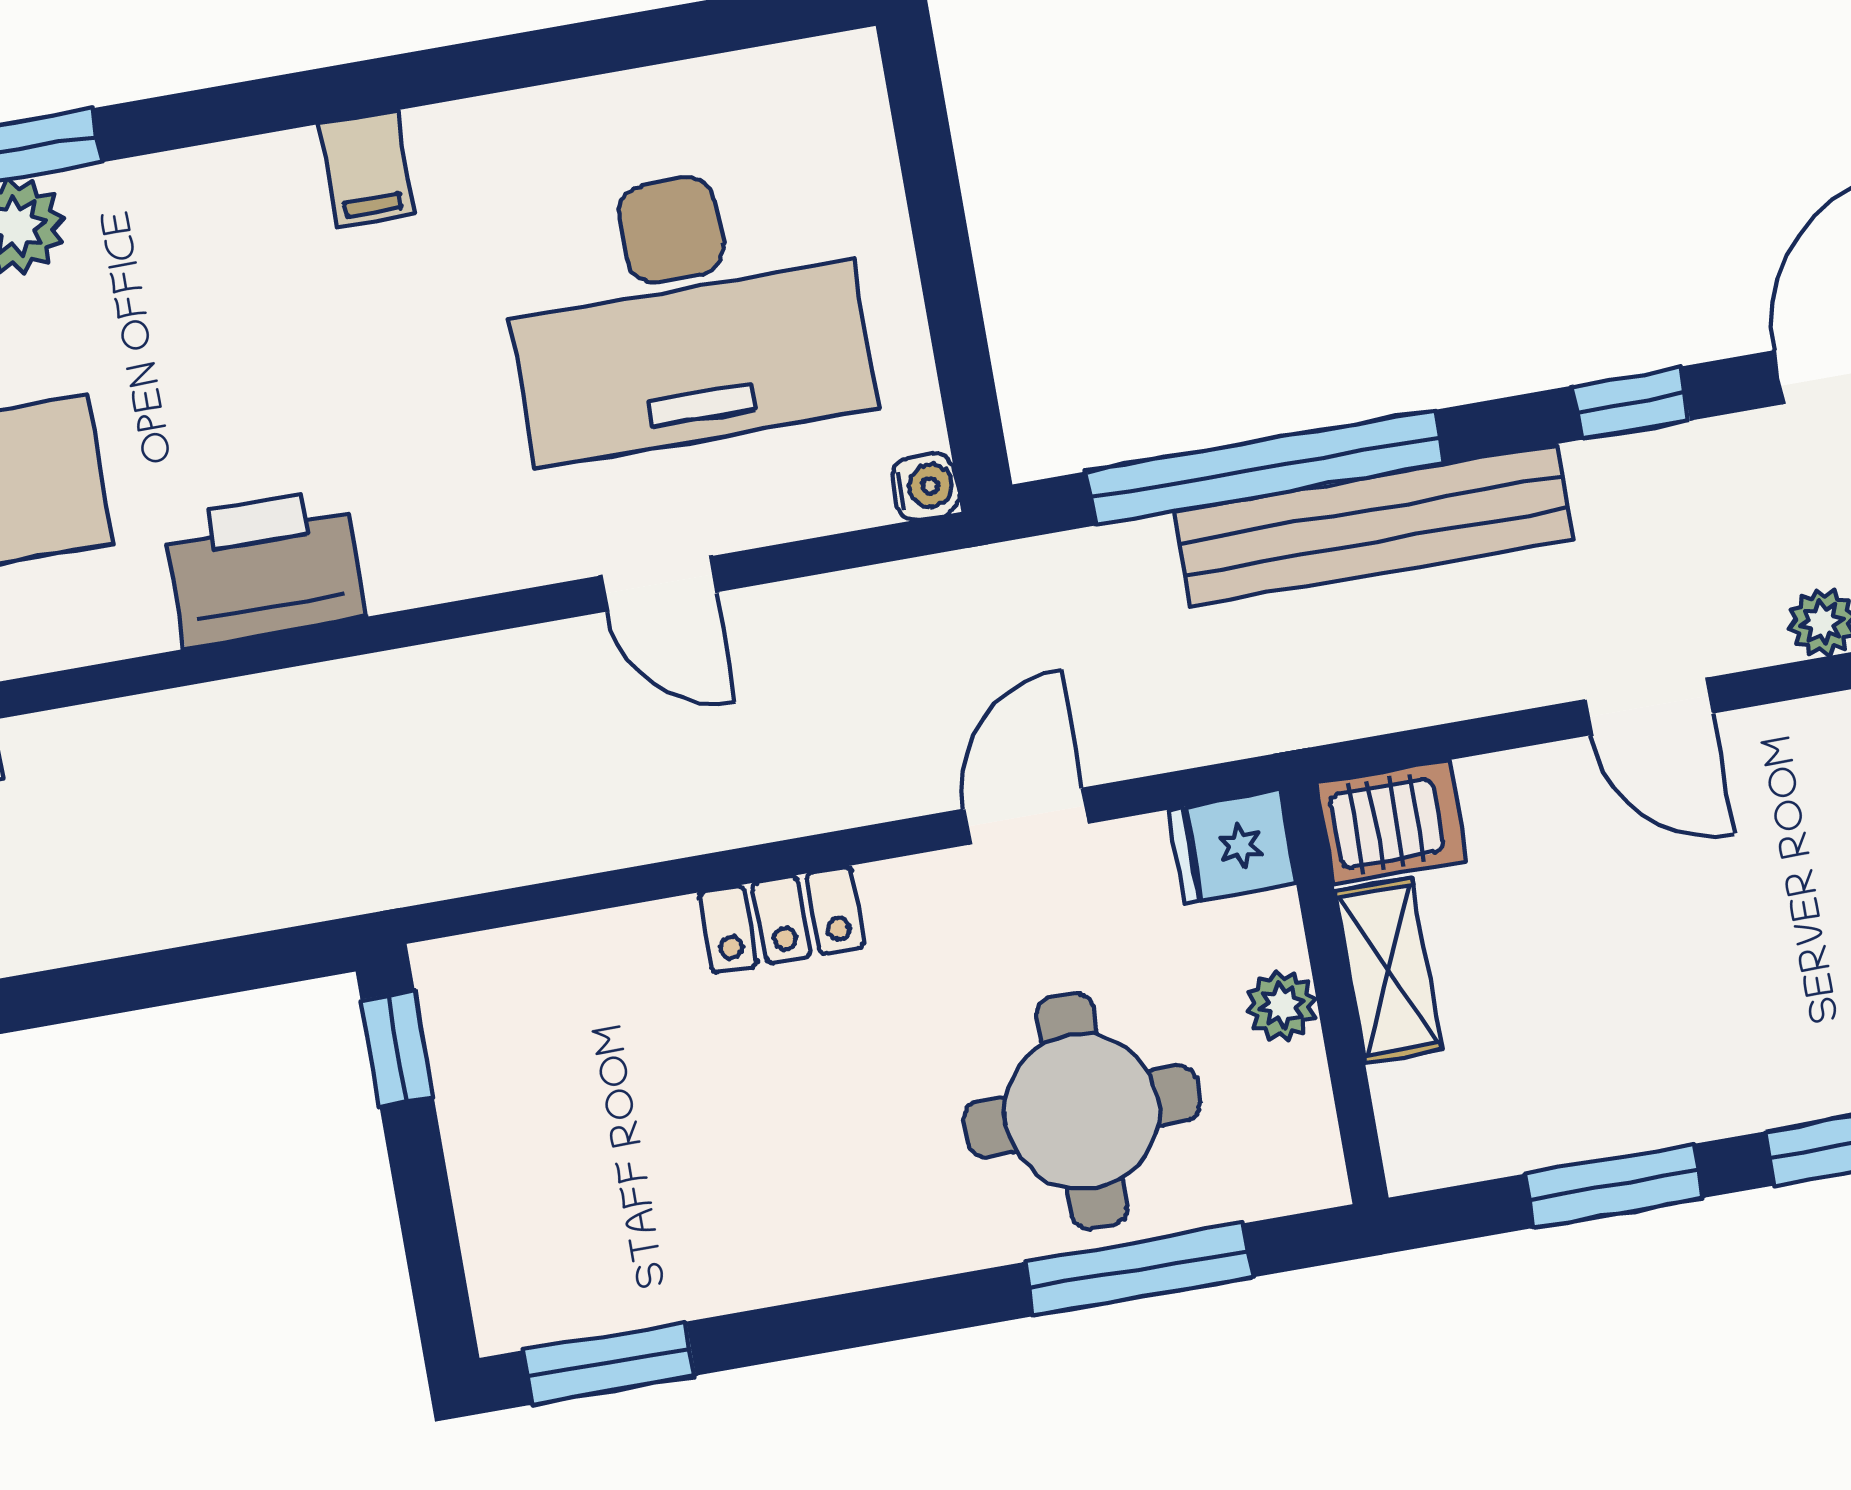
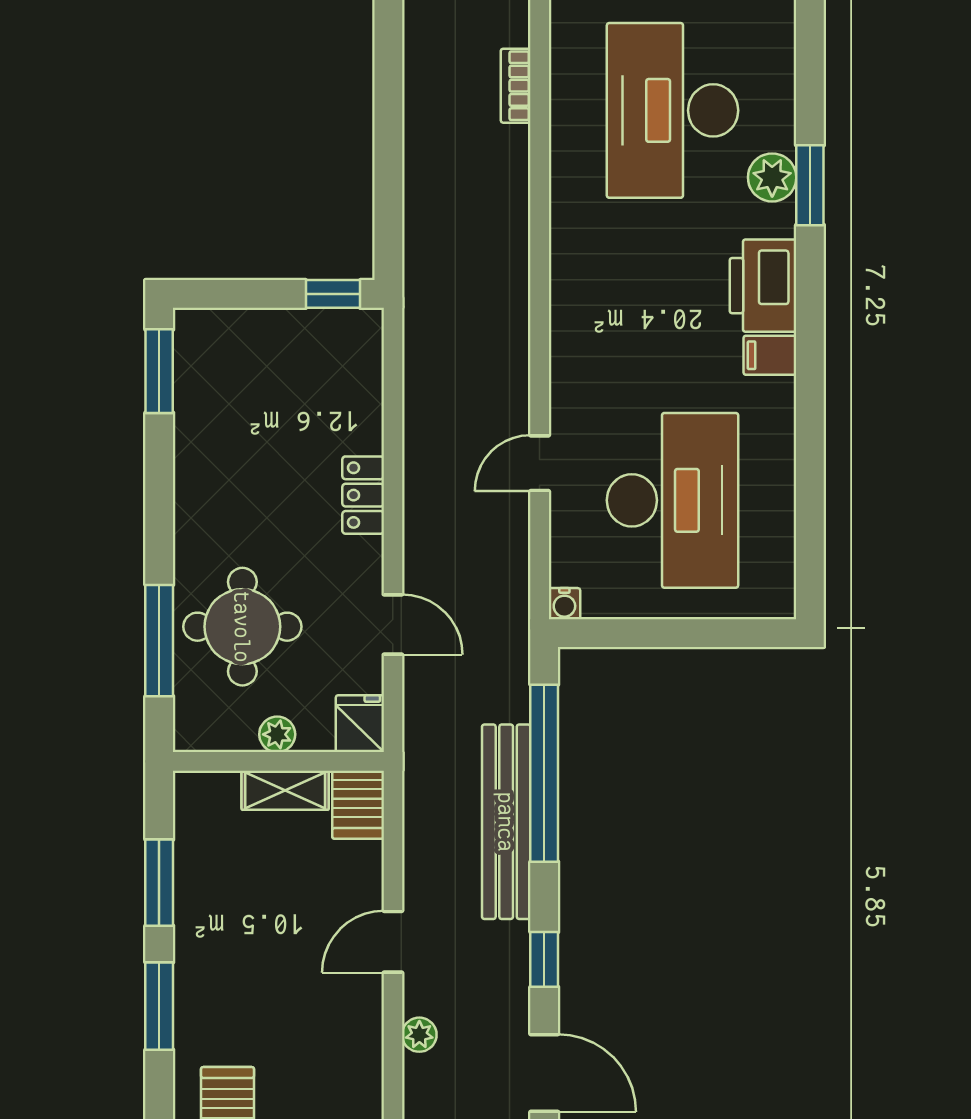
desk: (685, 310) -> (673, 500), turned 180
printer: (265, 568) -> (763, 286), moved, turned 180

